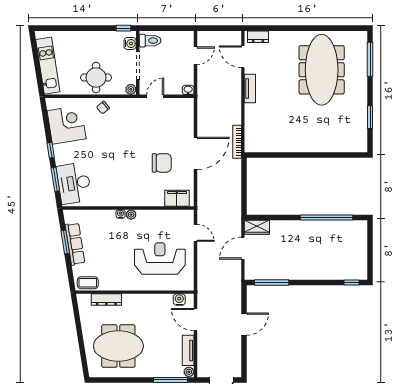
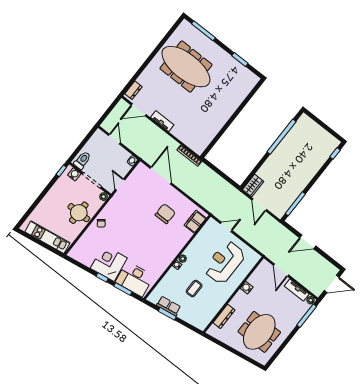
corner desk: (67, 125) -> (109, 263), moved
door: (196, 153) -> (161, 176), moved
row of seats: (75, 244) -> (169, 306), width x0.68
coffee table: (88, 283) -> (194, 289), moved
water cooler: (179, 300) -> (247, 288), moved
door: (196, 320) -> (281, 270), hinge flipped
door: (244, 324) -> (308, 242), swing flipped

